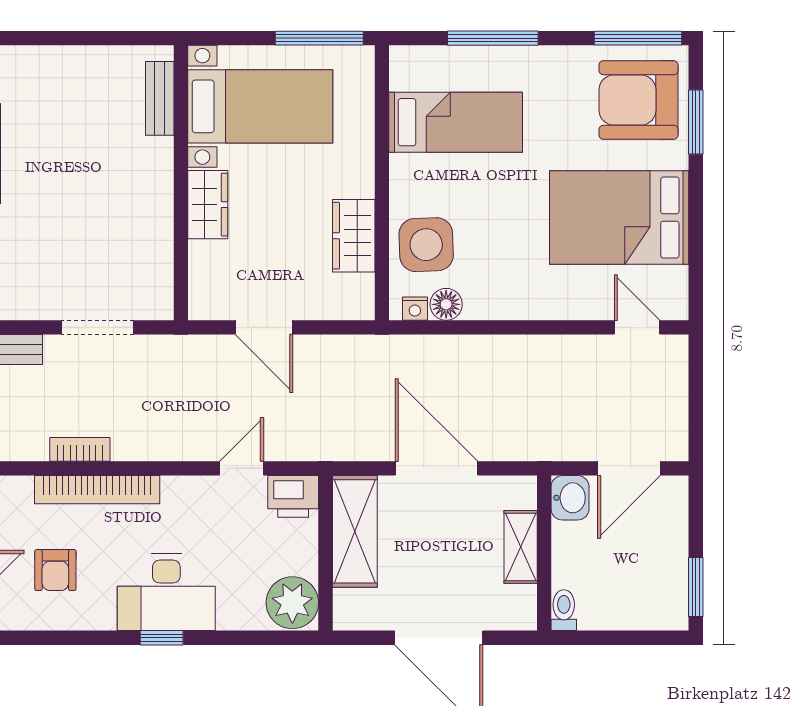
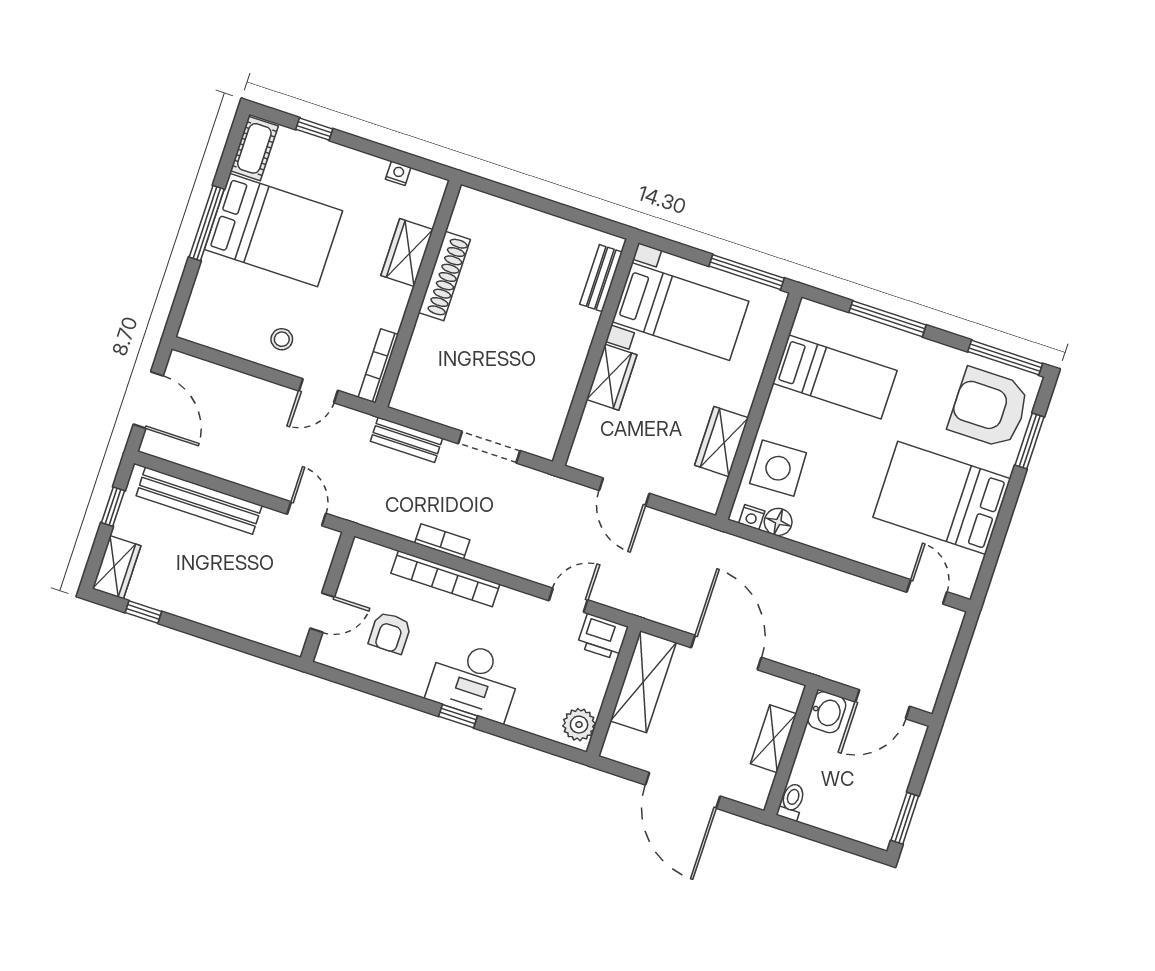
plant: (292, 603) -> (579, 725), width x0.73, depth x0.73

